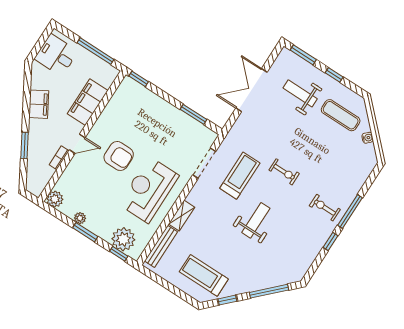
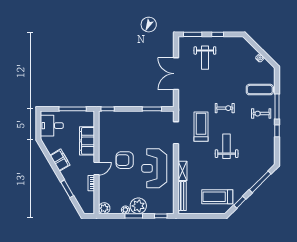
weight bench: (300, 93) -> (205, 58), turned -90
exercise mat: (341, 115) -> (260, 90), moved
armchair: (119, 156) -> (125, 160), turned 180
plant: (123, 239) -> (138, 206), moved

